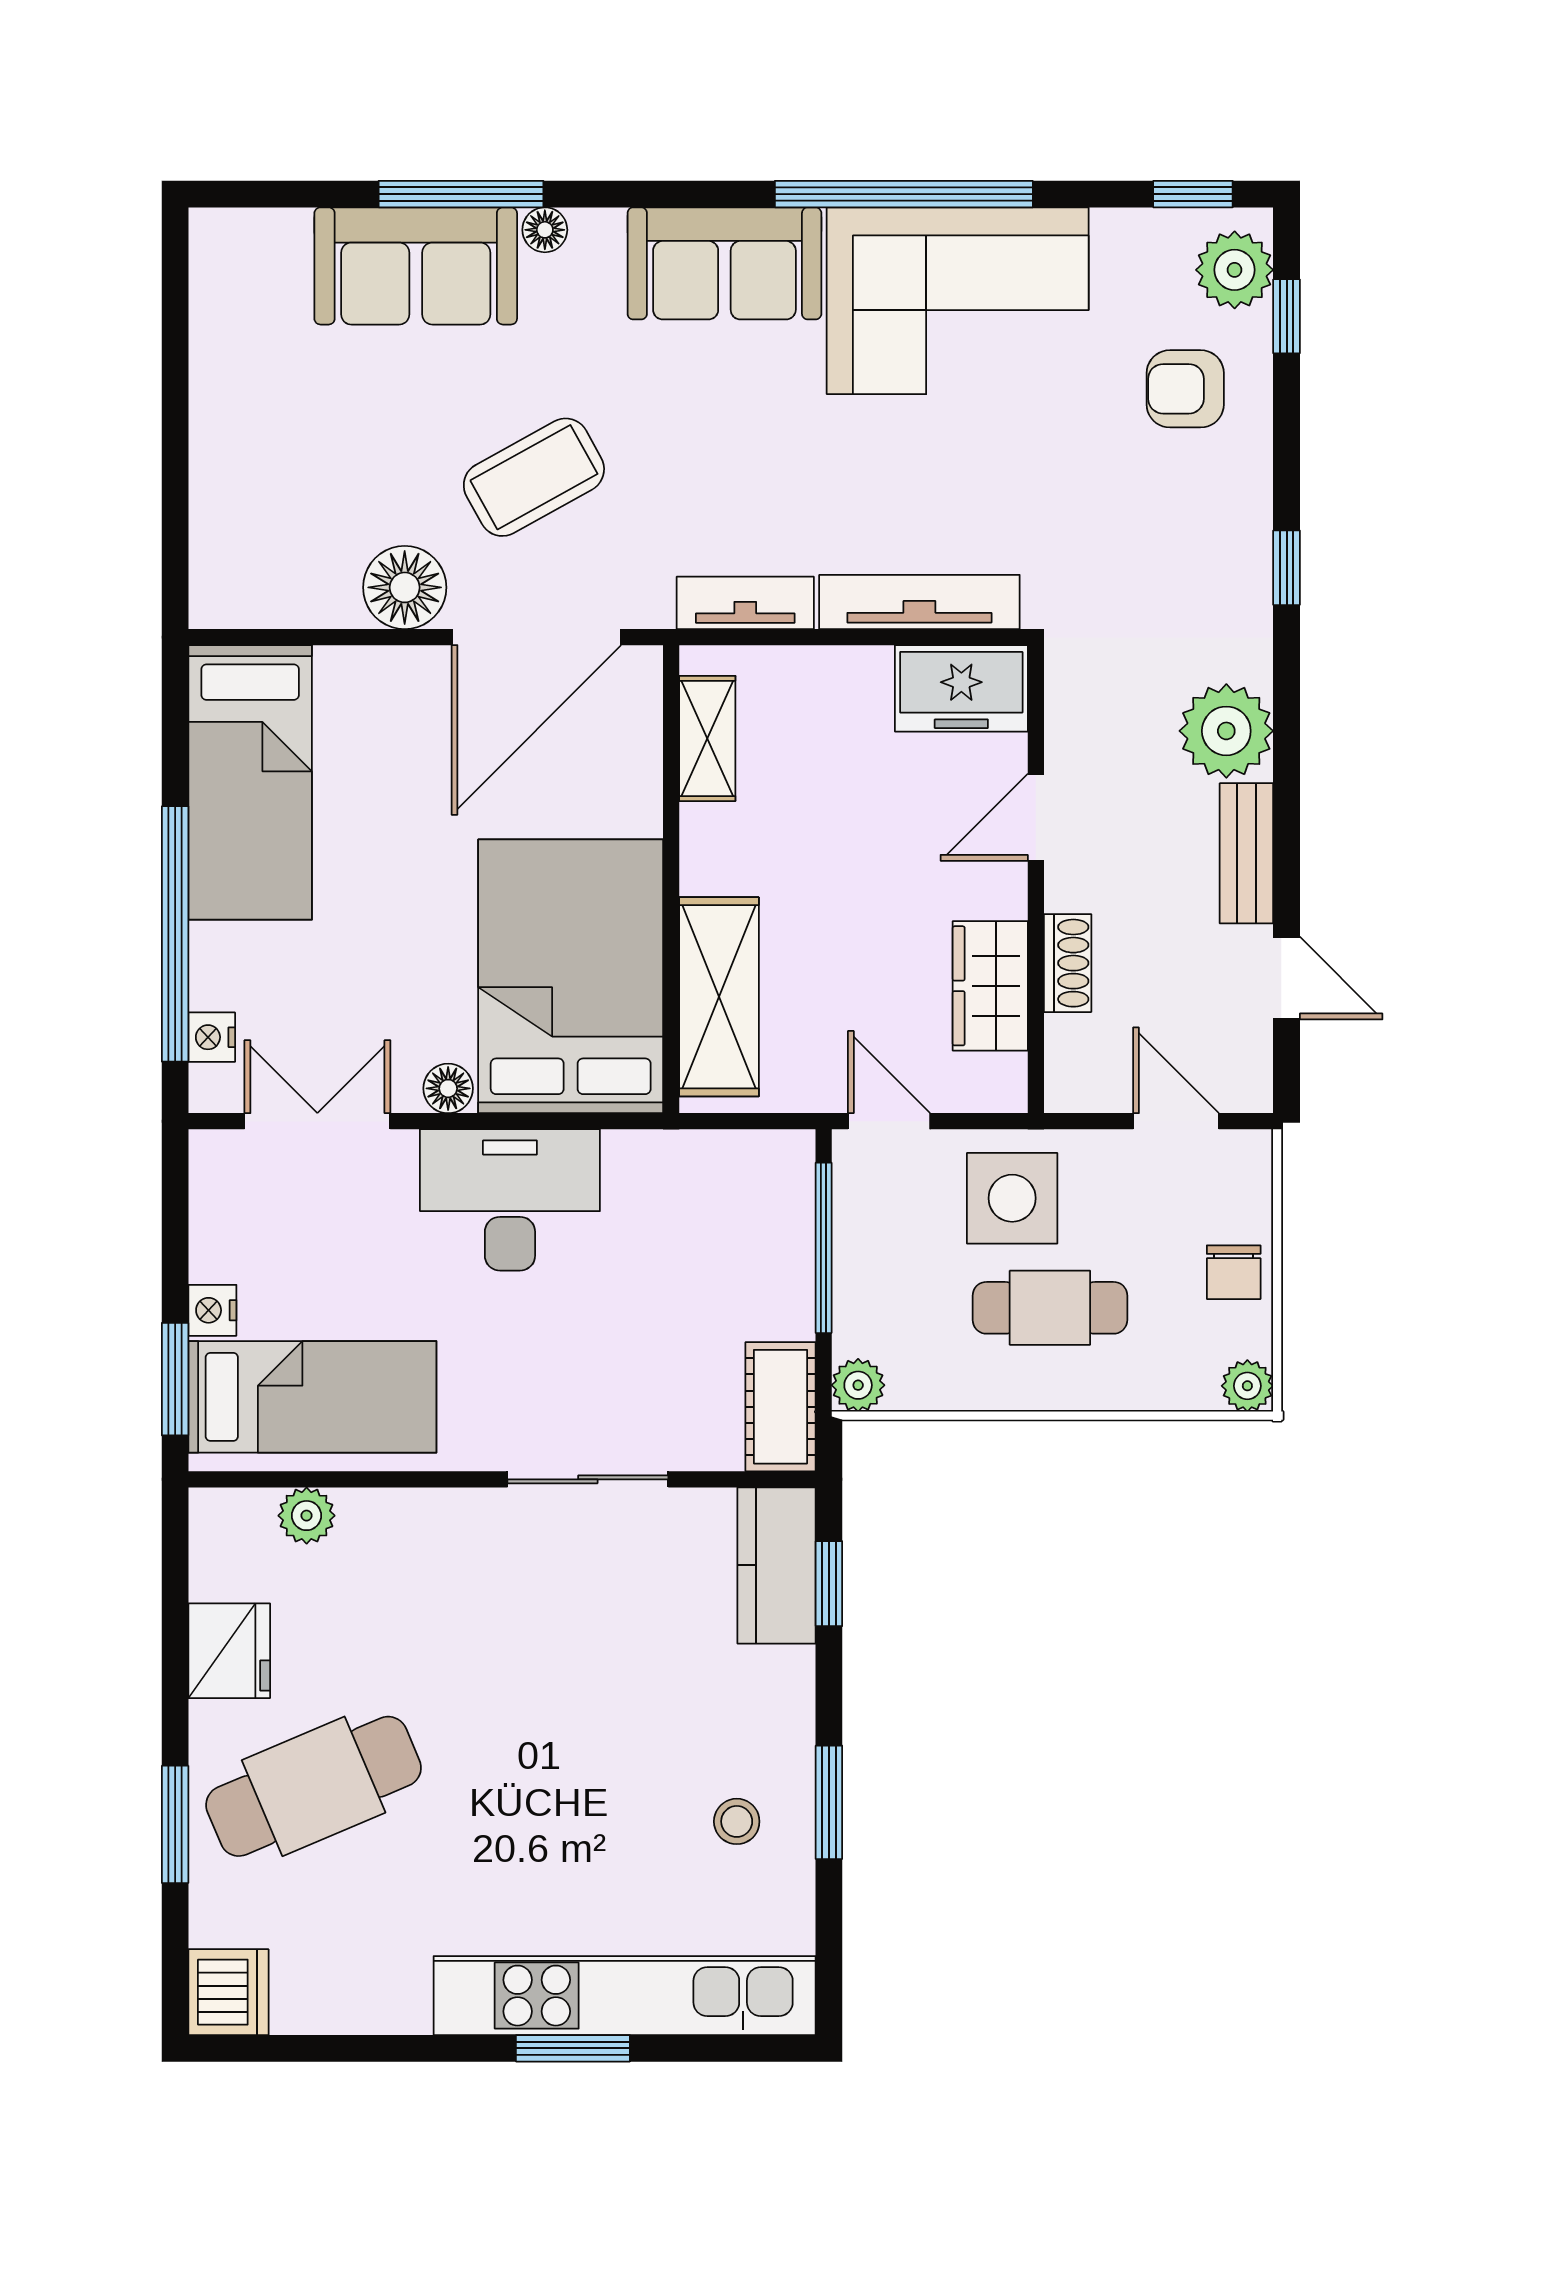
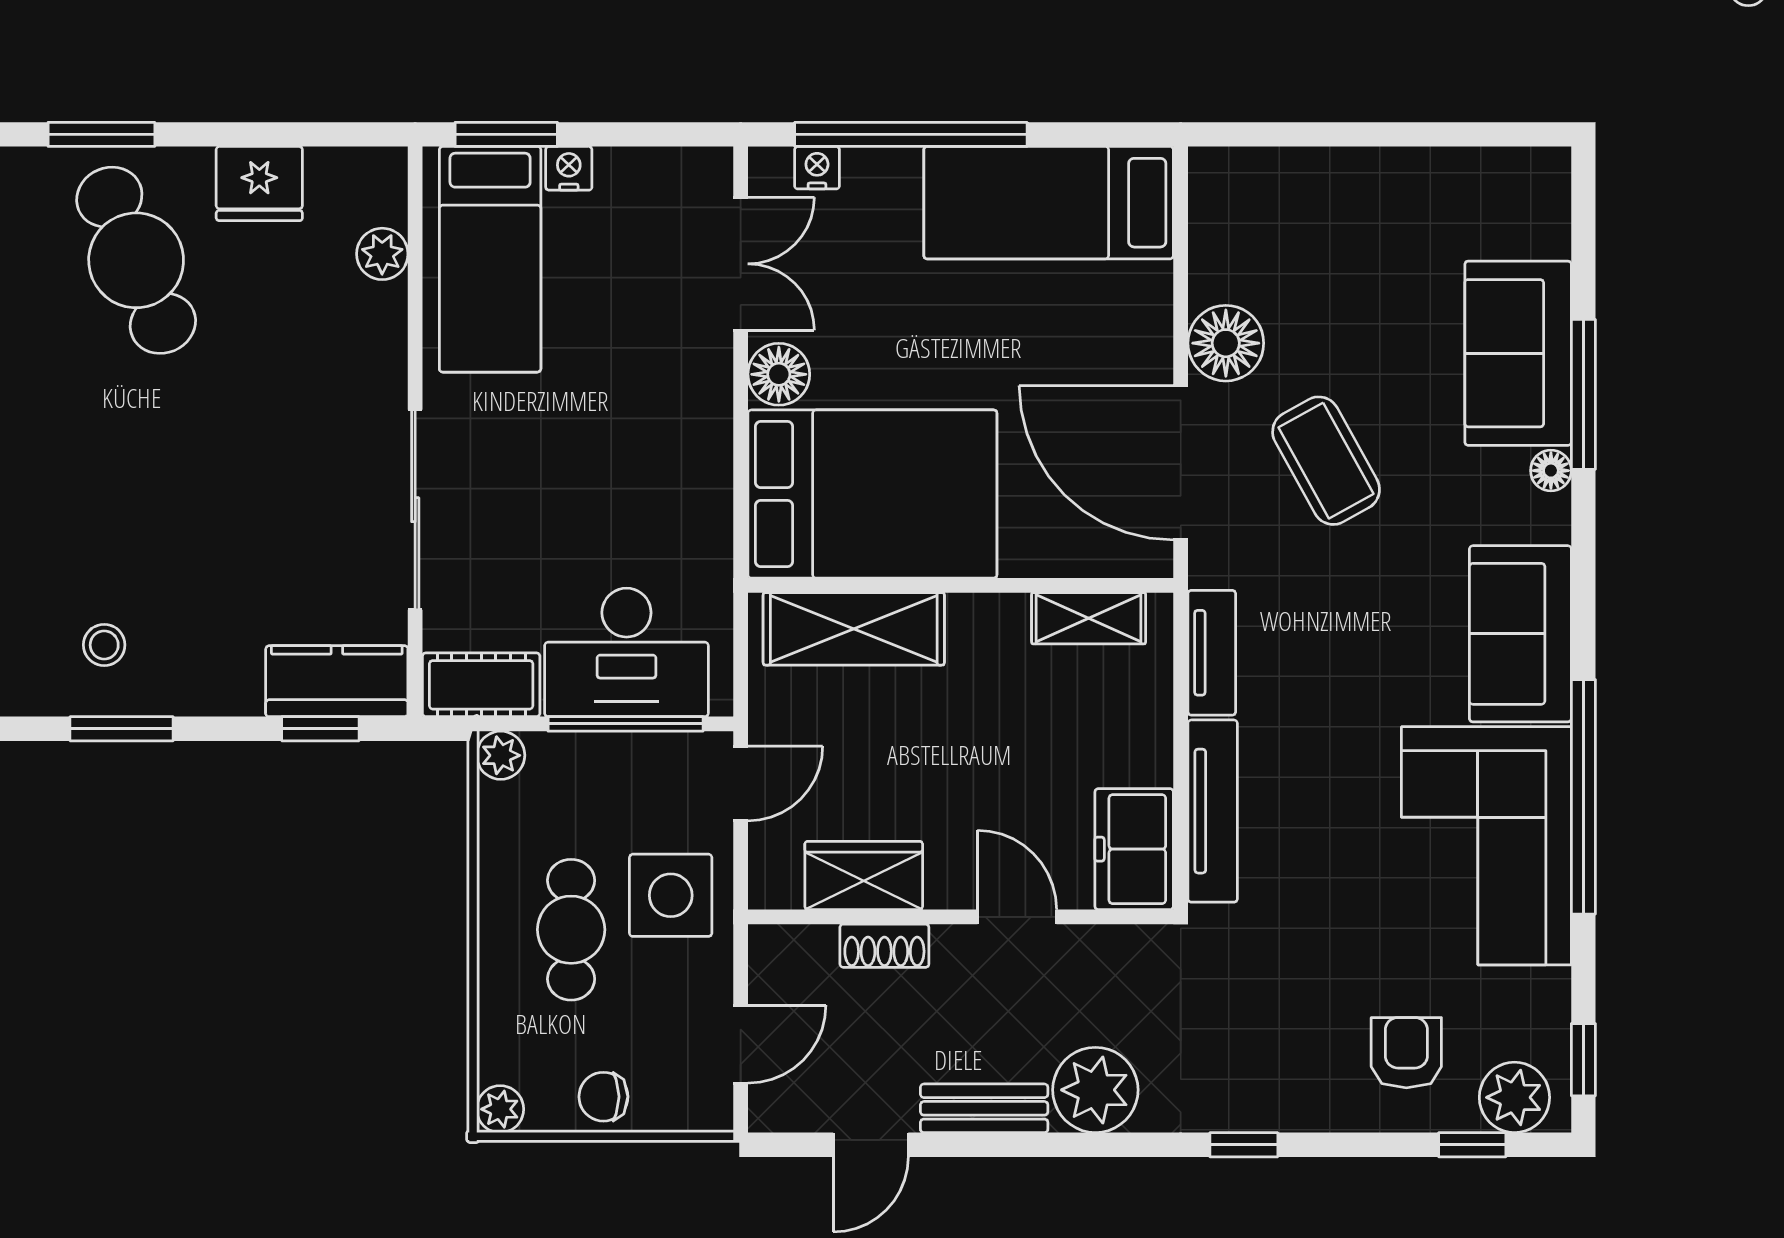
floor lamp: (448, 1088) -> (779, 374), width x1.37, depth x1.37
desk: (510, 1200) -> (626, 652), moved, turned 90
sliding door: (588, 1479) -> (415, 510), width x1.37

